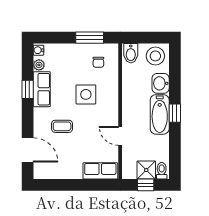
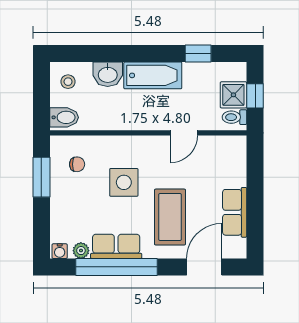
stool: (155, 56) -> (68, 82), width x0.53, depth x0.53
window: (28, 89) -> (116, 267), width x3.17
window: (175, 113) -> (198, 53), moved
coffee table: (62, 126) -> (170, 217), width x1.86, depth x1.72
row of seats: (100, 171) -> (235, 212), moved
toilet: (162, 171) -> (234, 117), moved

